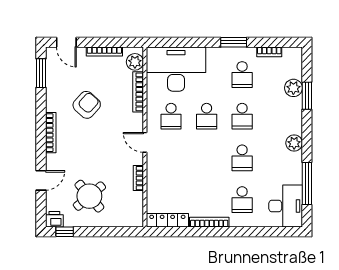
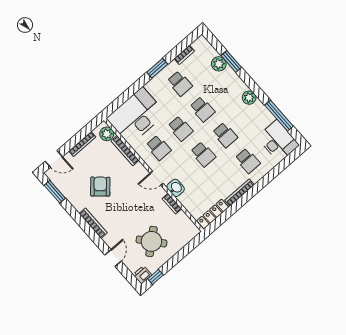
school desk: (207, 158) -> (203, 154), added
washbasin: (155, 167) -> (176, 188), added

